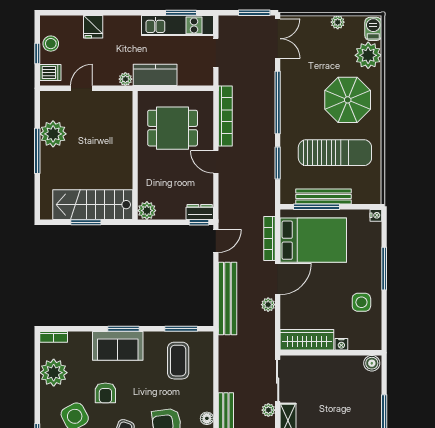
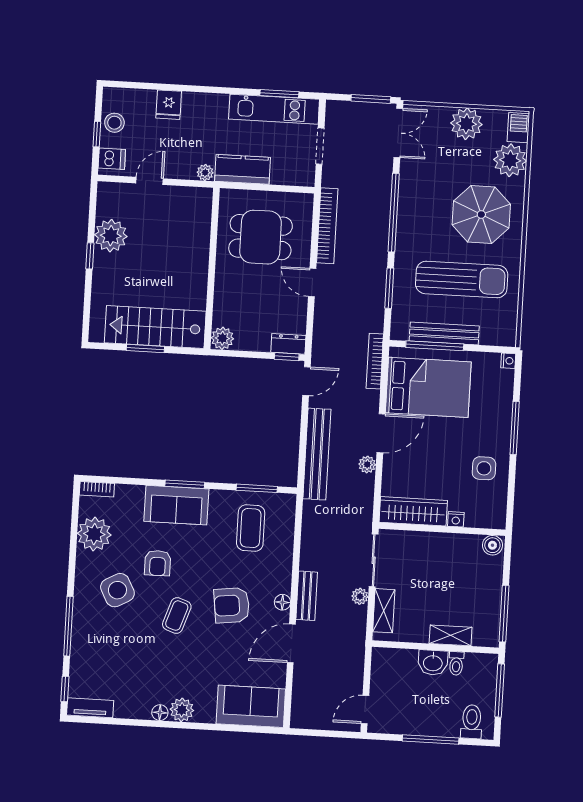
plant: (338, 22) -> (466, 124), width x1.88, depth x1.88
window: (37, 151) -> (90, 256), width x0.46
bookcase: (269, 239) -> (375, 361), moved

